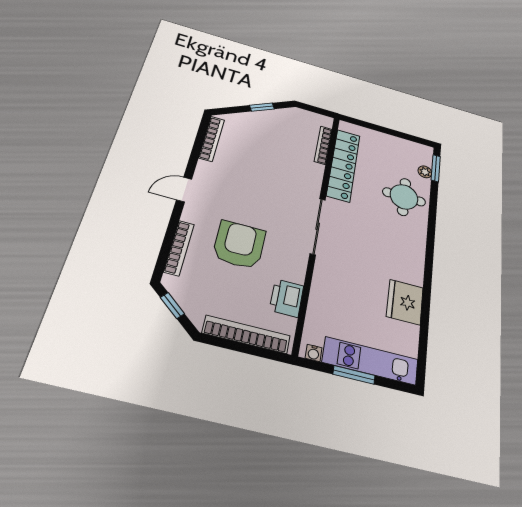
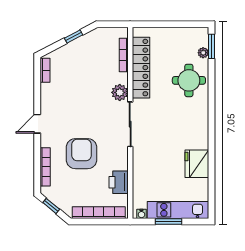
bookcase: (212, 139) -> (45, 70), width x0.64
plant: (310, 185) -> (120, 92), added

